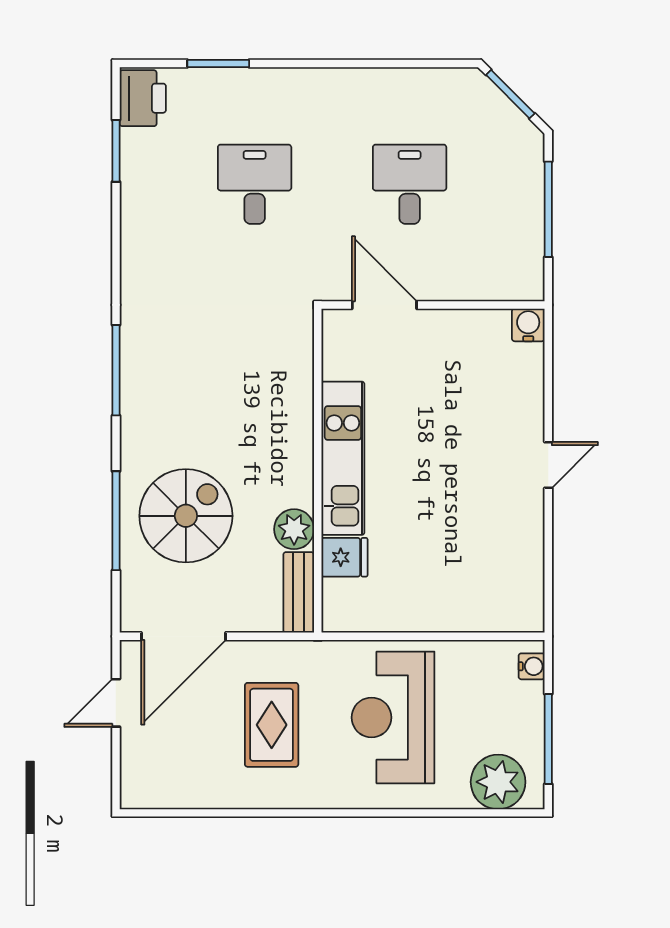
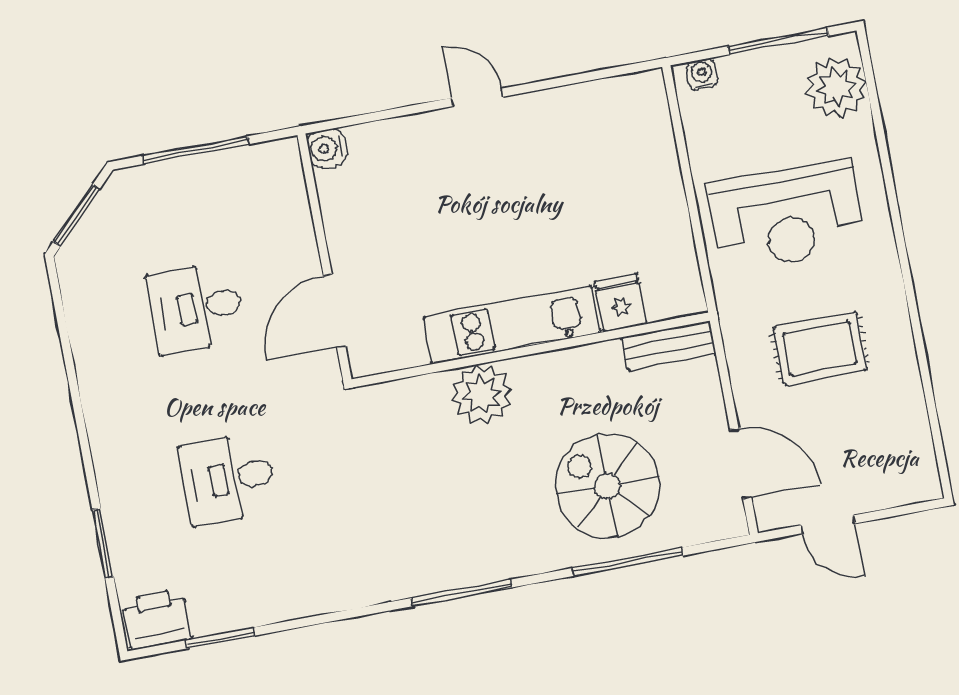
plant: (294, 529) -> (482, 394), moved, width x1.36, depth x1.36
door: (184, 636) -> (741, 464), width x0.73

